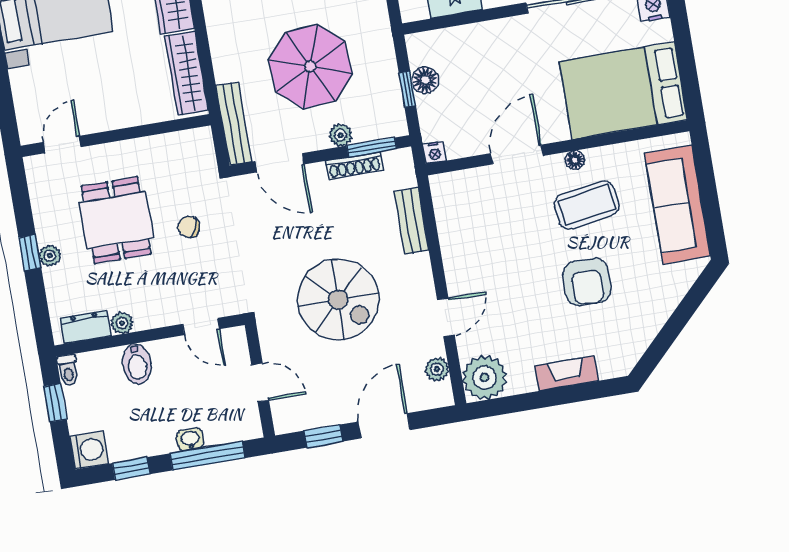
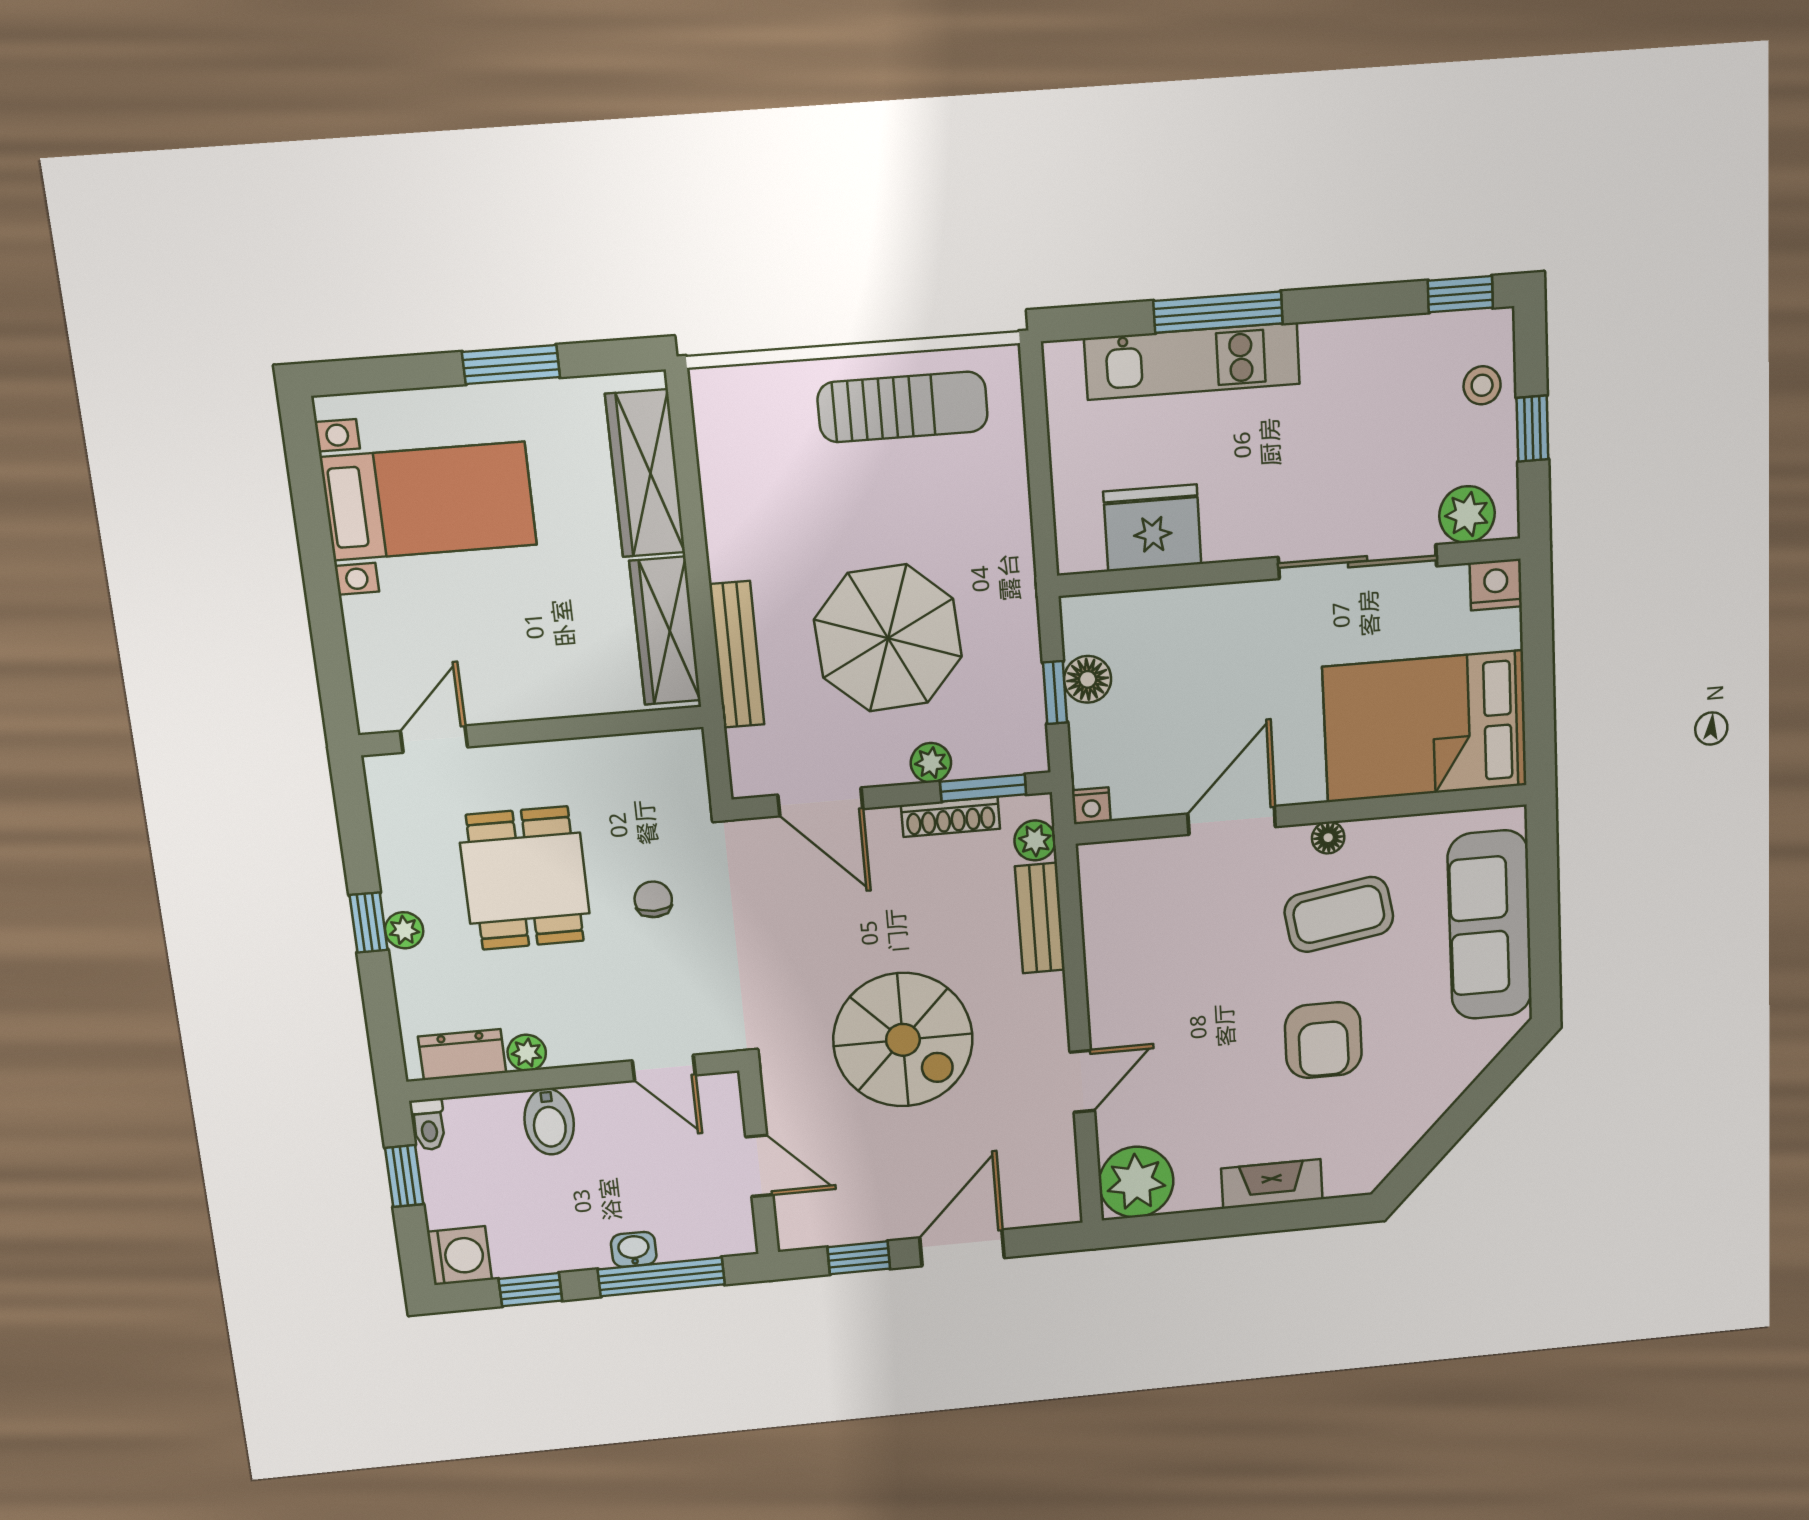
bench: (234, 124) -> (737, 655), moved
chair: (189, 227) -> (653, 899), turned 67
plant: (437, 369) -> (1035, 840), moved

